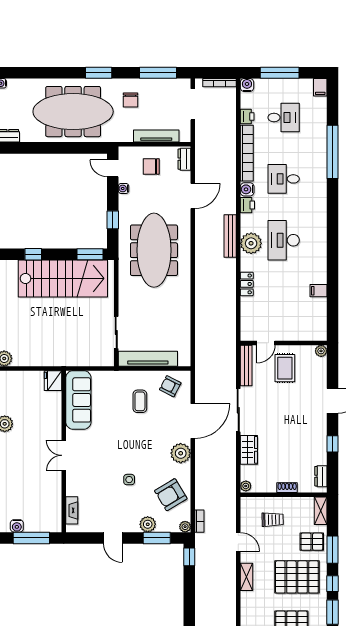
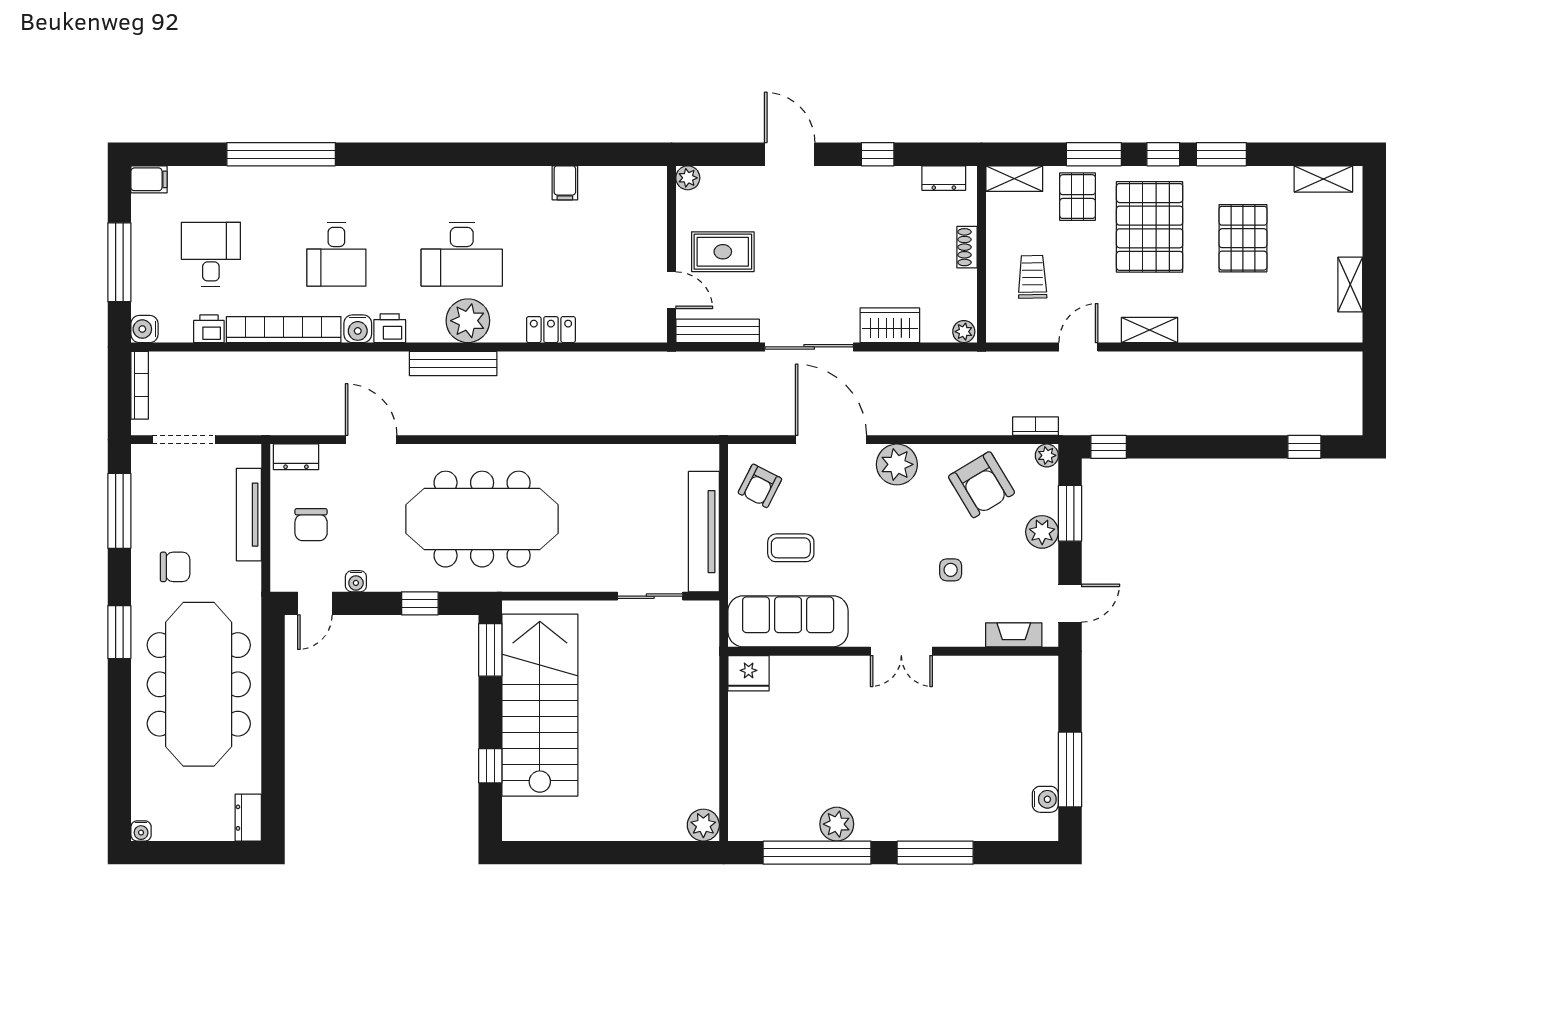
fridge: (53, 381) -> (749, 673), moved
sofa: (78, 400) -> (788, 621), moved
wall: (64, 451) -> (893, 651), moved
double door: (64, 455) -> (901, 651), moved
fireplace: (72, 510) -> (1014, 635), moved

